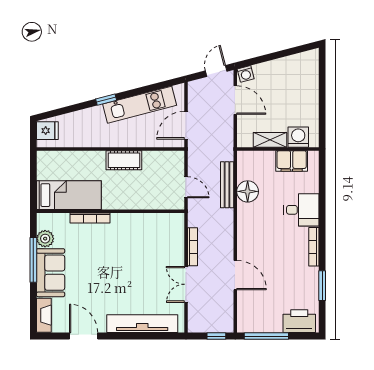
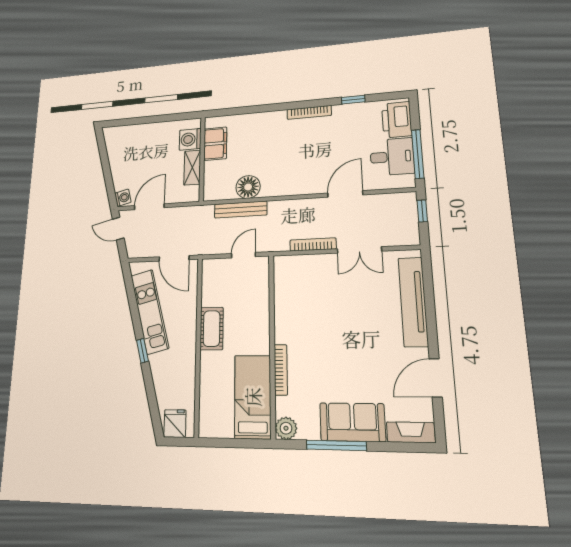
desk: (301, 210) -> (392, 157), moved, turned 90
plant: (45, 239) -> (286, 428), moved
window: (322, 286) -> (353, 100), width x0.67

